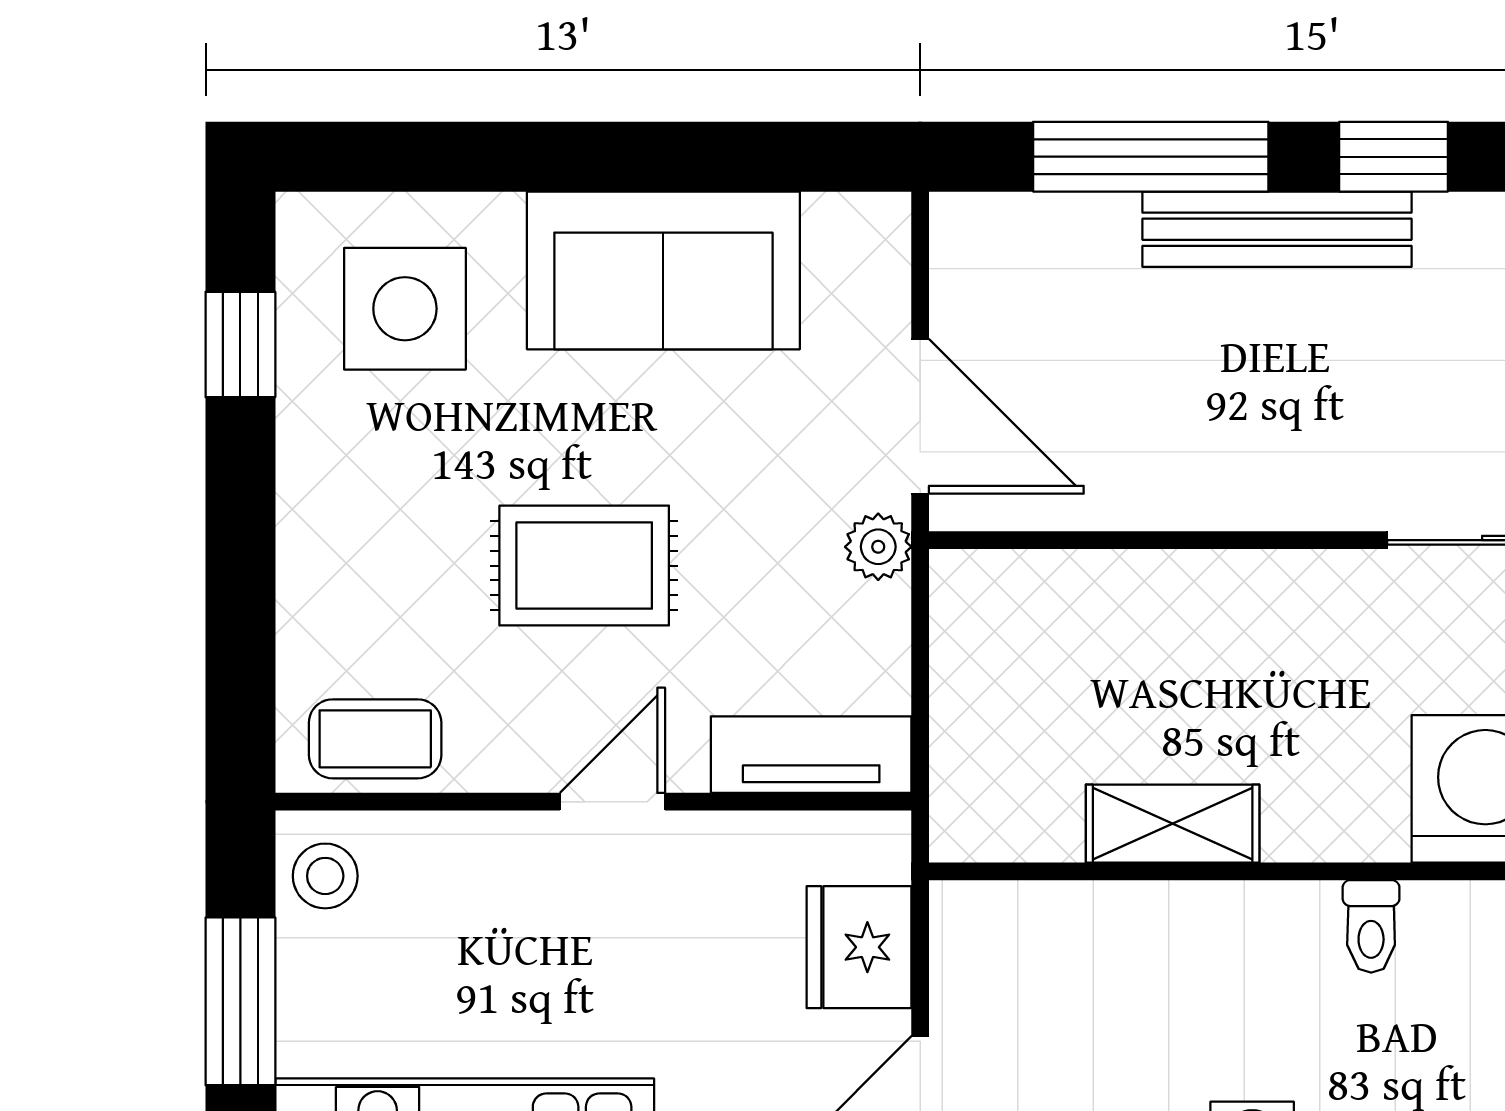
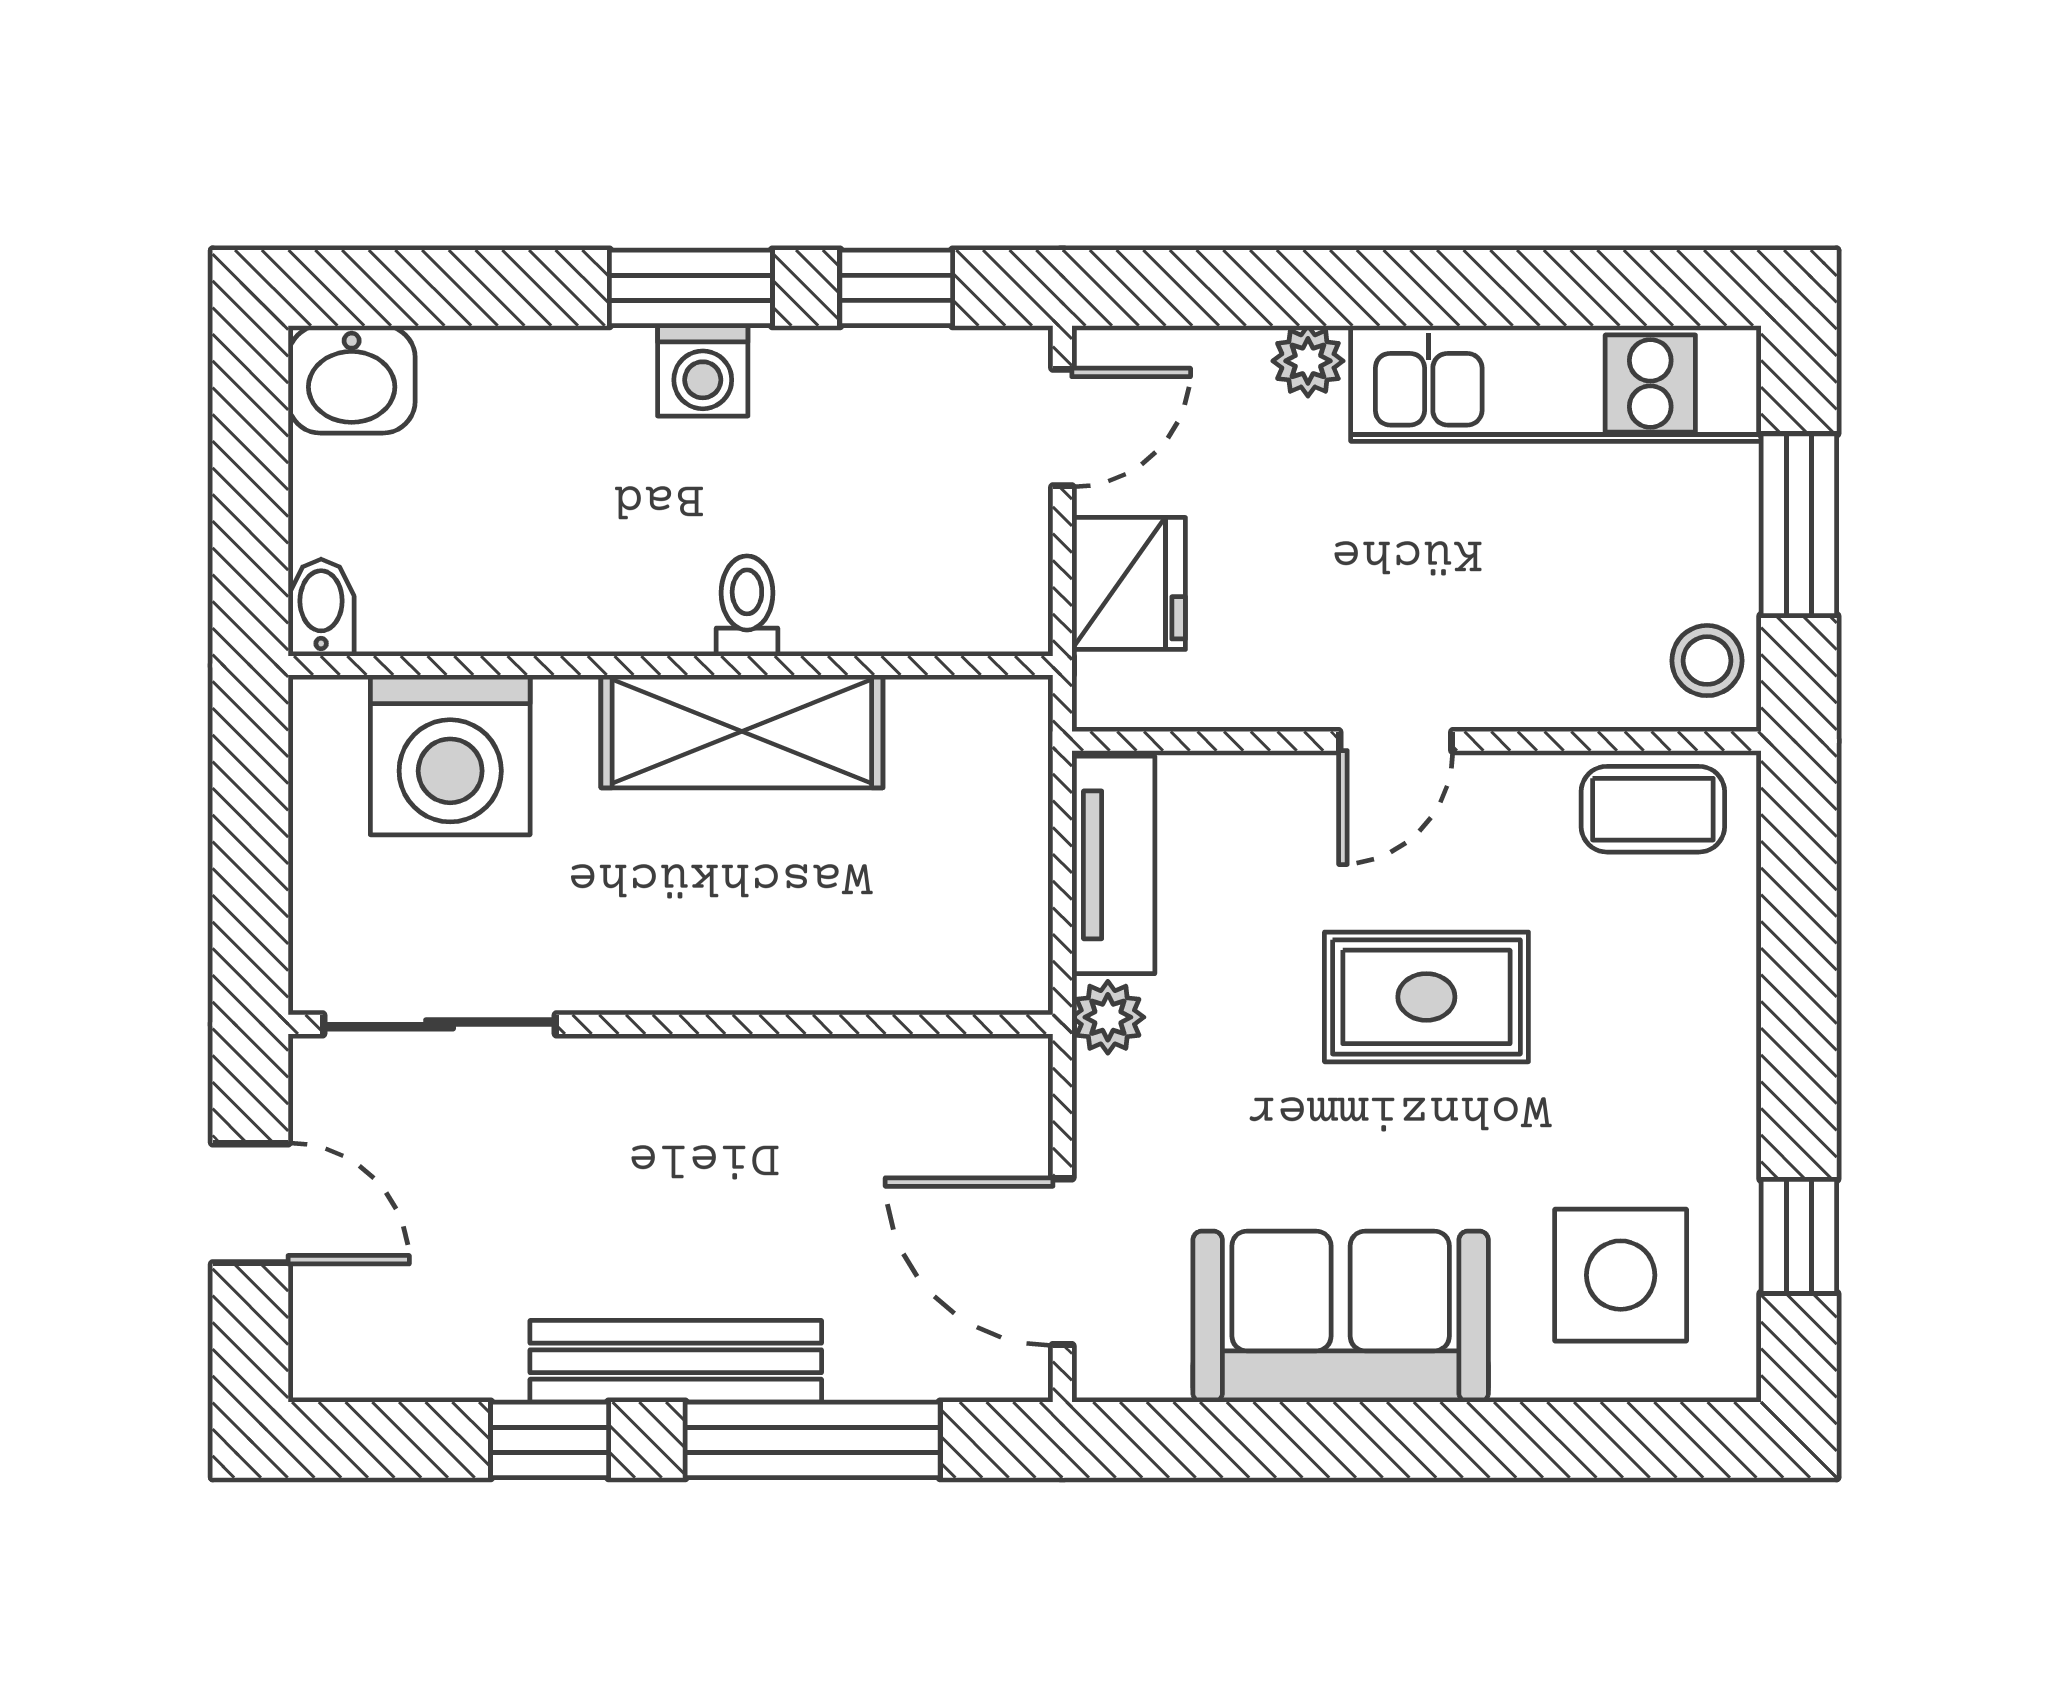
door: (920, 416) -> (1062, 1262), moved
tv unit: (811, 755) -> (1113, 865), moved, turned -90
shelving: (1173, 824) -> (742, 731), width x1.50, depth x1.33
toilet: (1371, 926) -> (747, 606), moved

